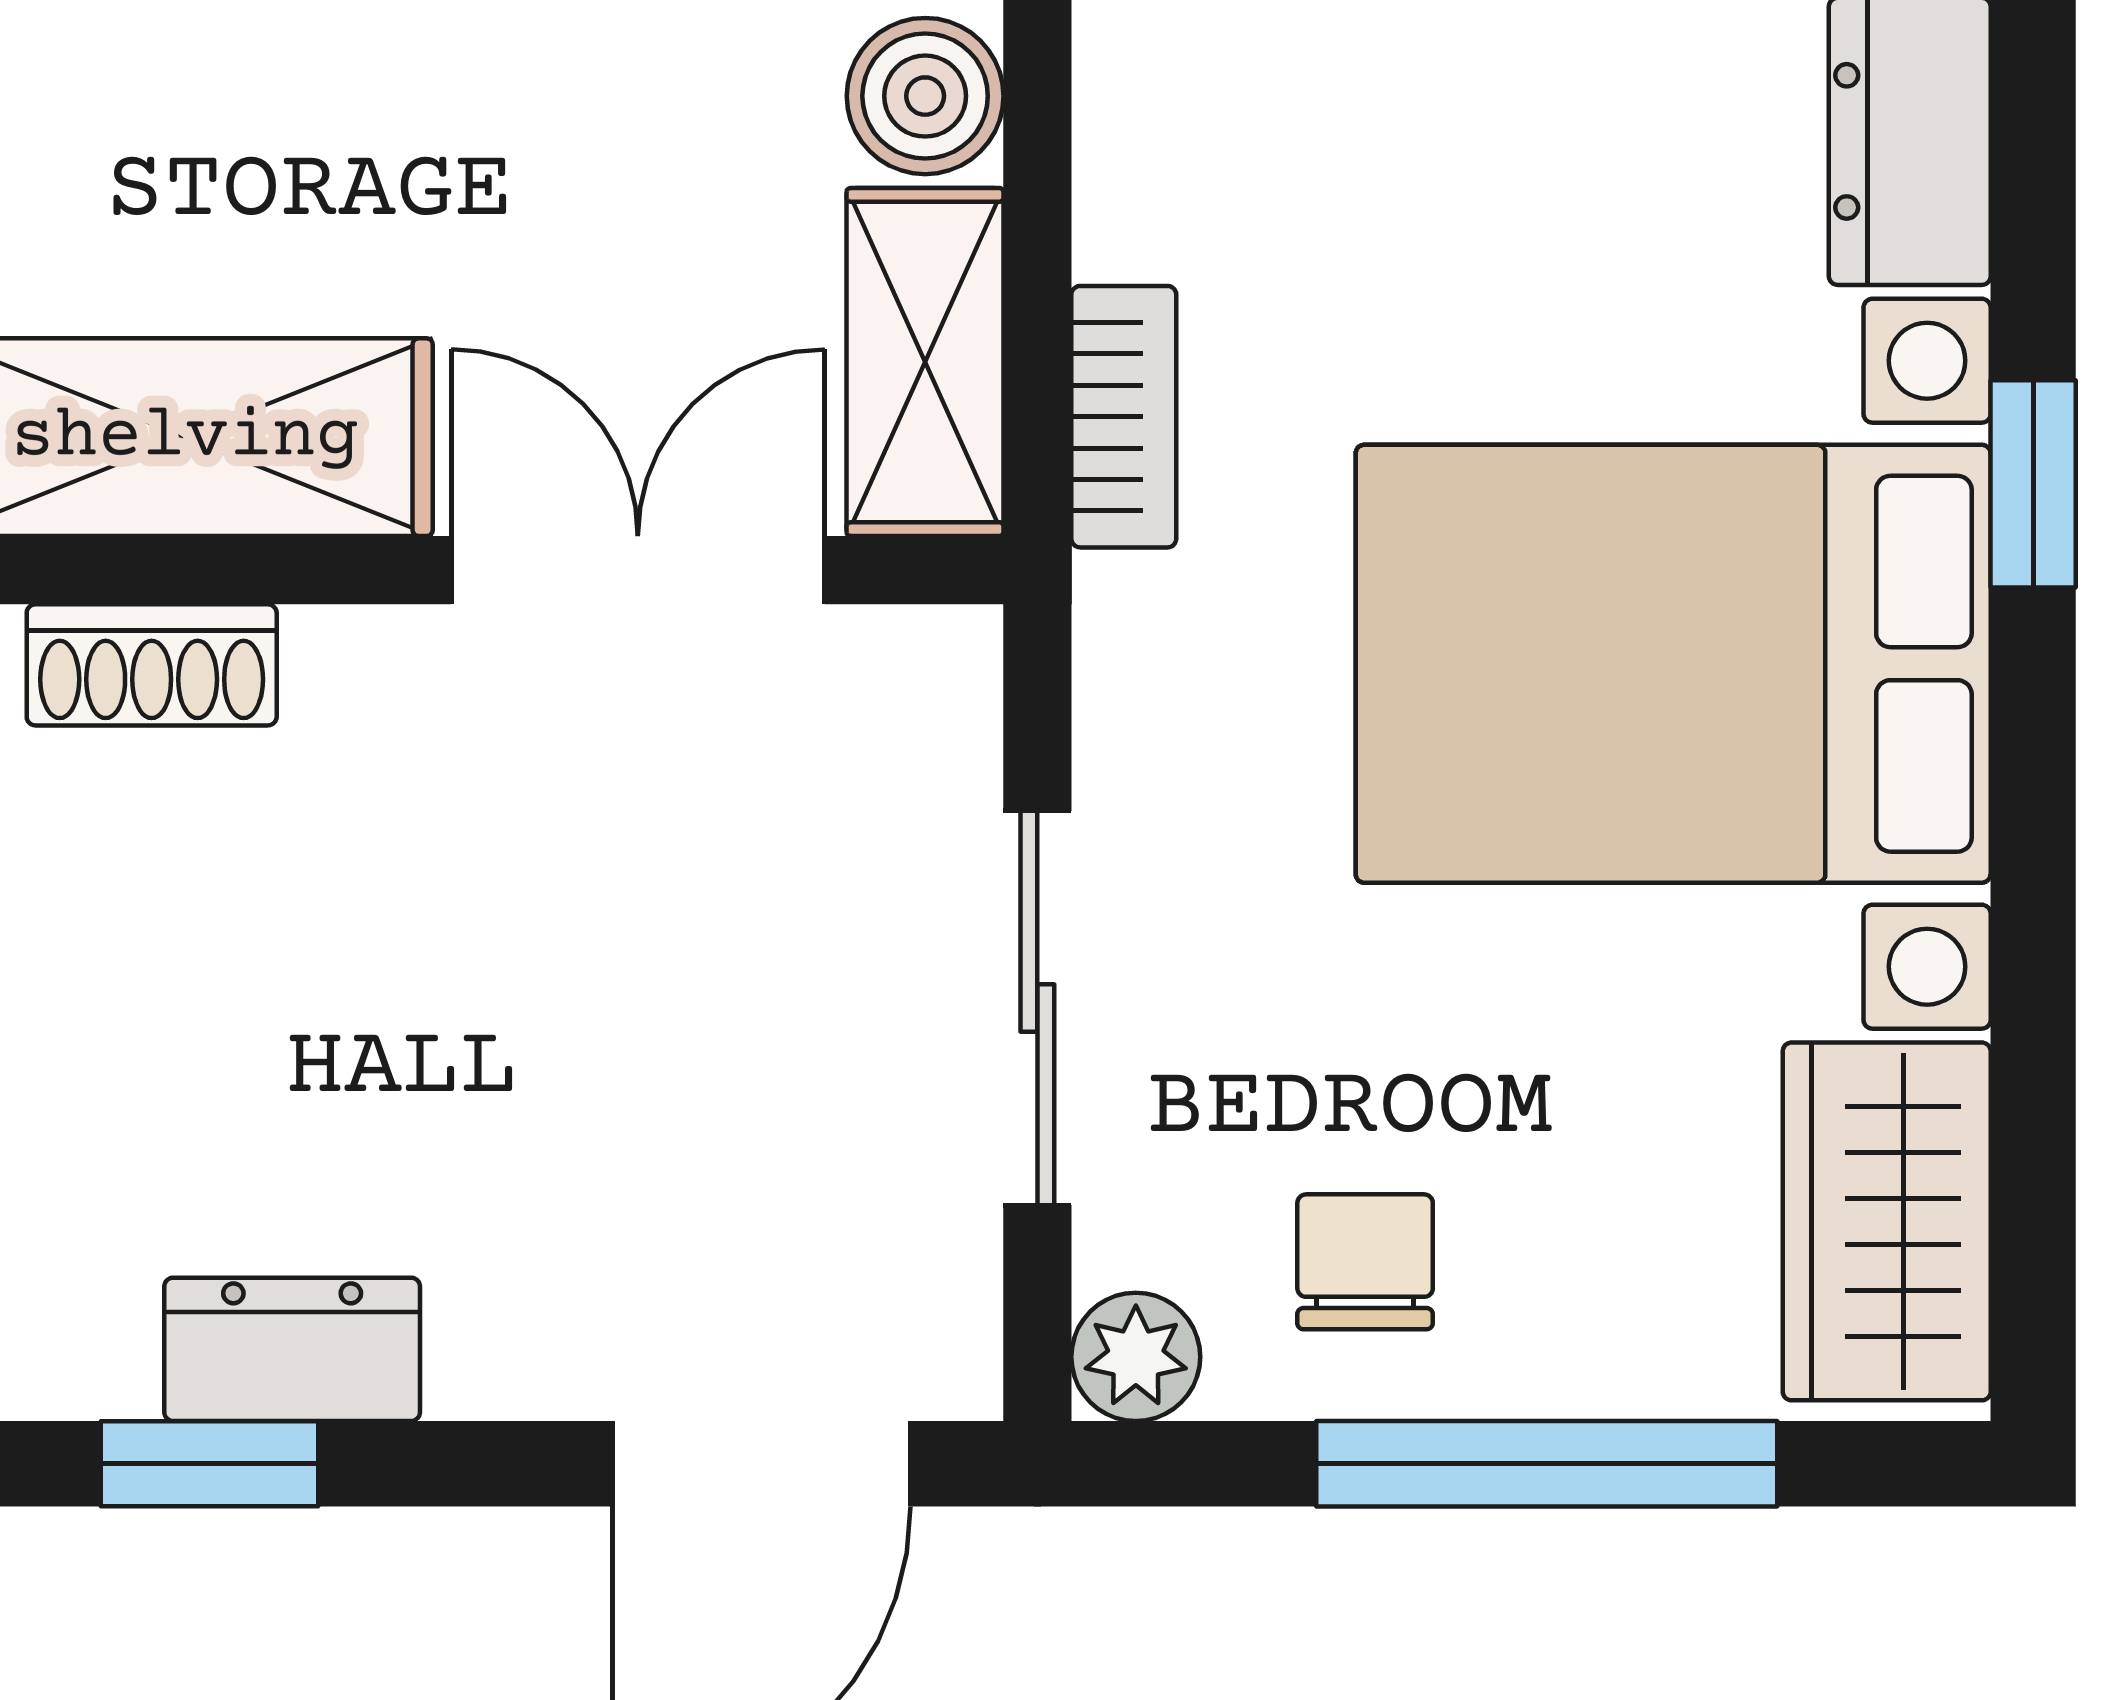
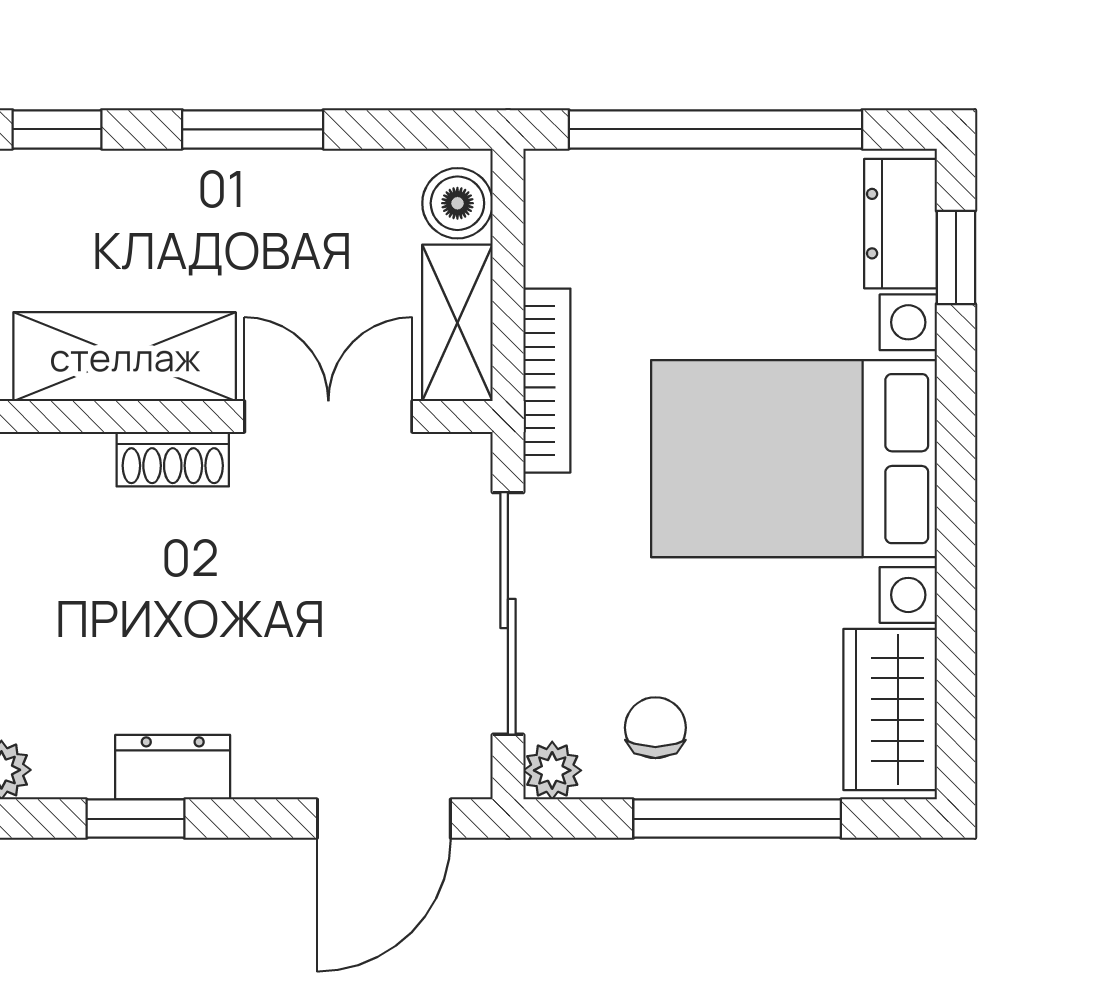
bookcase: (1124, 417) -> (547, 381), width x1.56
window: (2033, 484) -> (956, 257), moved
shoe rack: (152, 665) -> (173, 459), moved
sliding door: (1037, 1008) -> (508, 613), width x1.37

